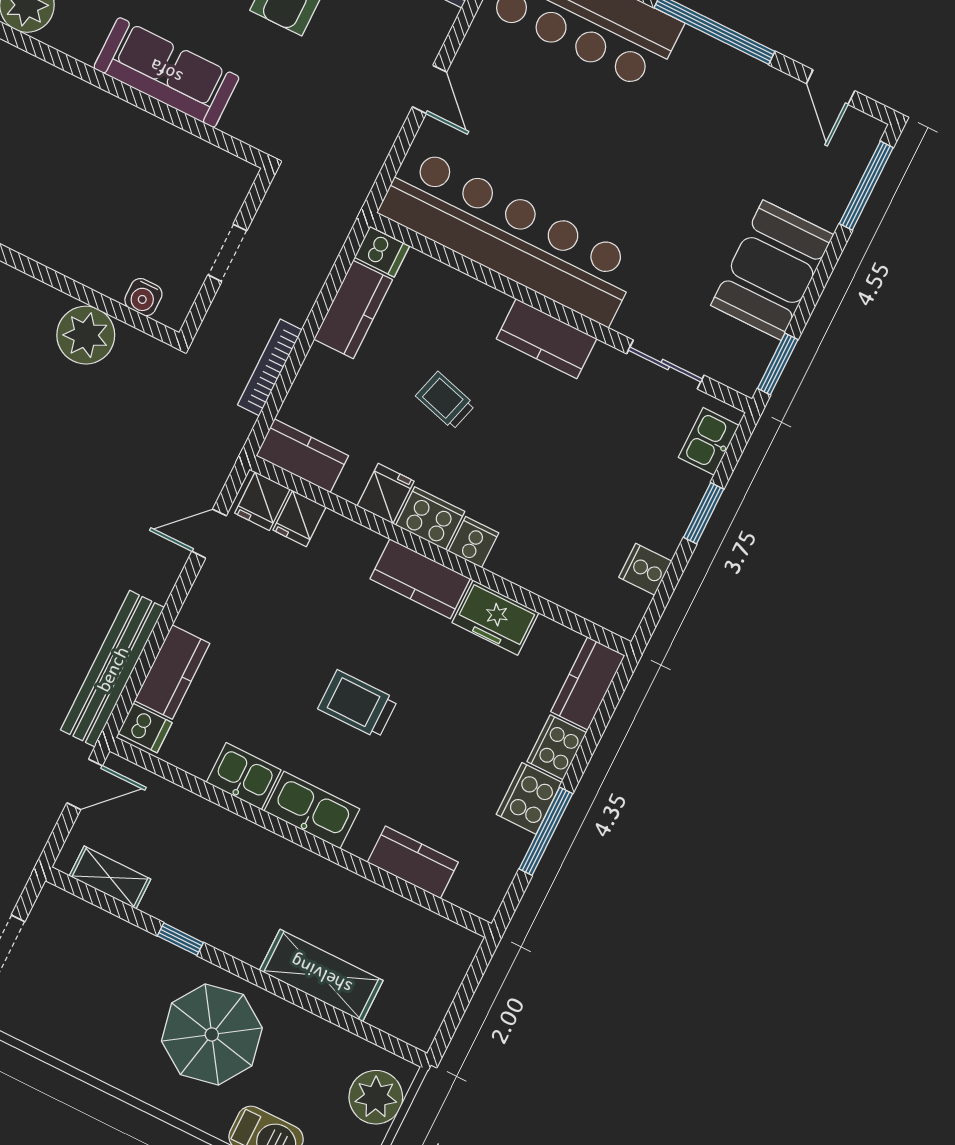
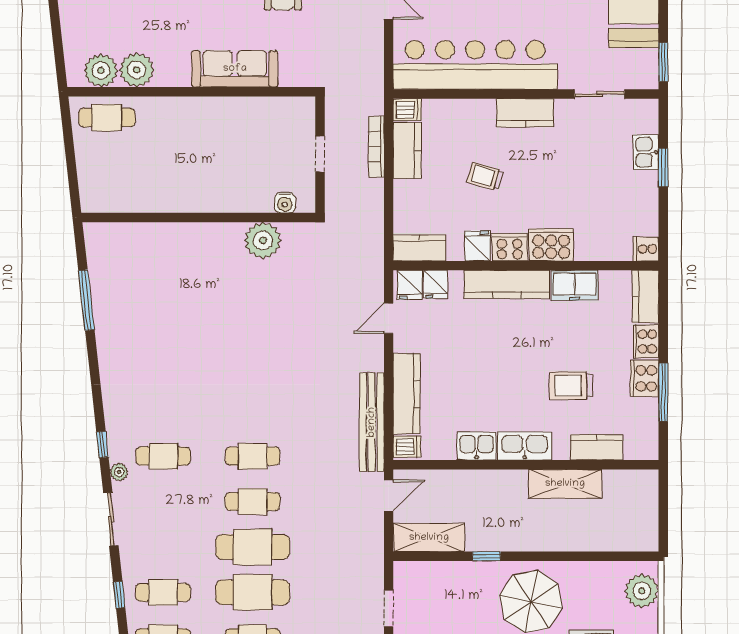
bookcase: (270, 367) -> (376, 147), moved
kitchen sink: (709, 441) -> (646, 152), moved
cooker: (474, 542) -> (551, 245), width x1.87, depth x1.31
cooker: (645, 569) -> (646, 249), moved
kitchen counter: (420, 579) -> (507, 284), width x1.50
kitchen counter: (172, 672) -> (407, 394), width x1.50
trolley: (358, 704) -> (571, 386), moved
shelving: (110, 877) -> (429, 538), width x1.50, depth x1.33
shelving: (321, 975) -> (565, 484), moved

